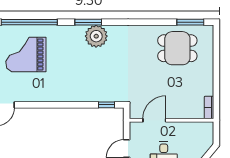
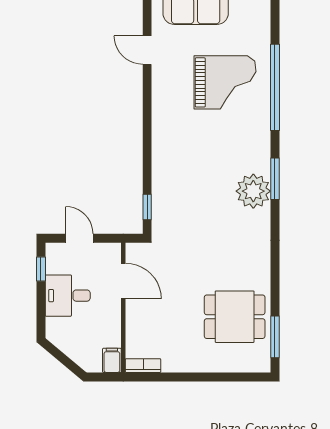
dining table: (177, 48) -> (235, 317), turned 90
grand piano: (26, 54) -> (225, 82), turned 90
filing cabinet: (206, 128) -> (112, 360), added

